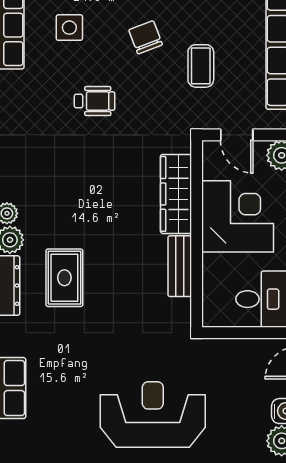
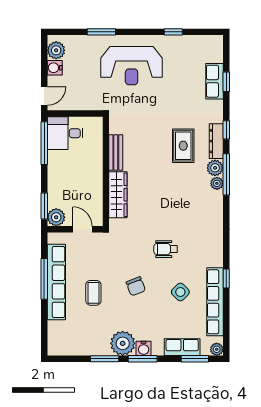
side table: (69, 28) -> (180, 292), turned 45
coffee table: (201, 66) -> (93, 293), moved
corner desk: (238, 216) -> (82, 182), removed

